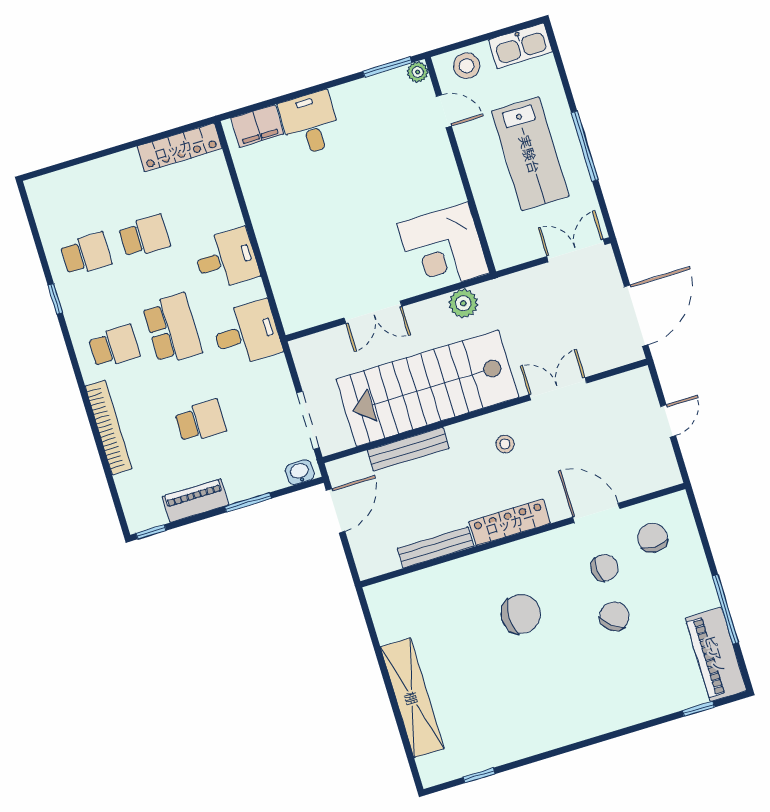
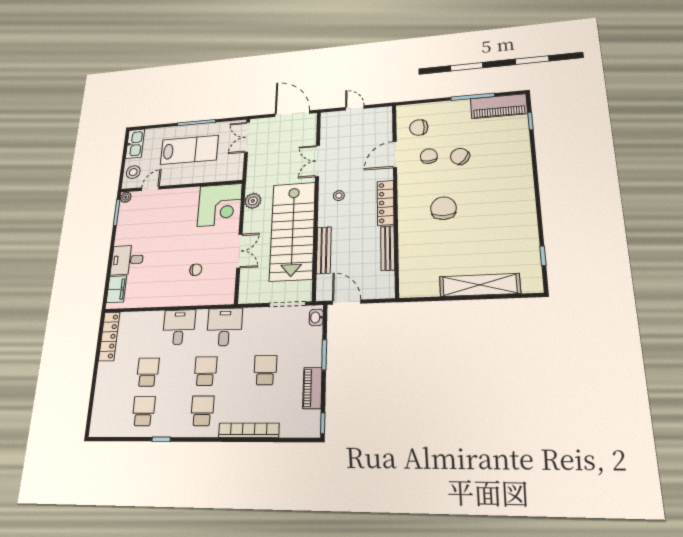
chair: (324, 250) -> (196, 270), added
school desk: (172, 329) -> (205, 371), width x0.54

